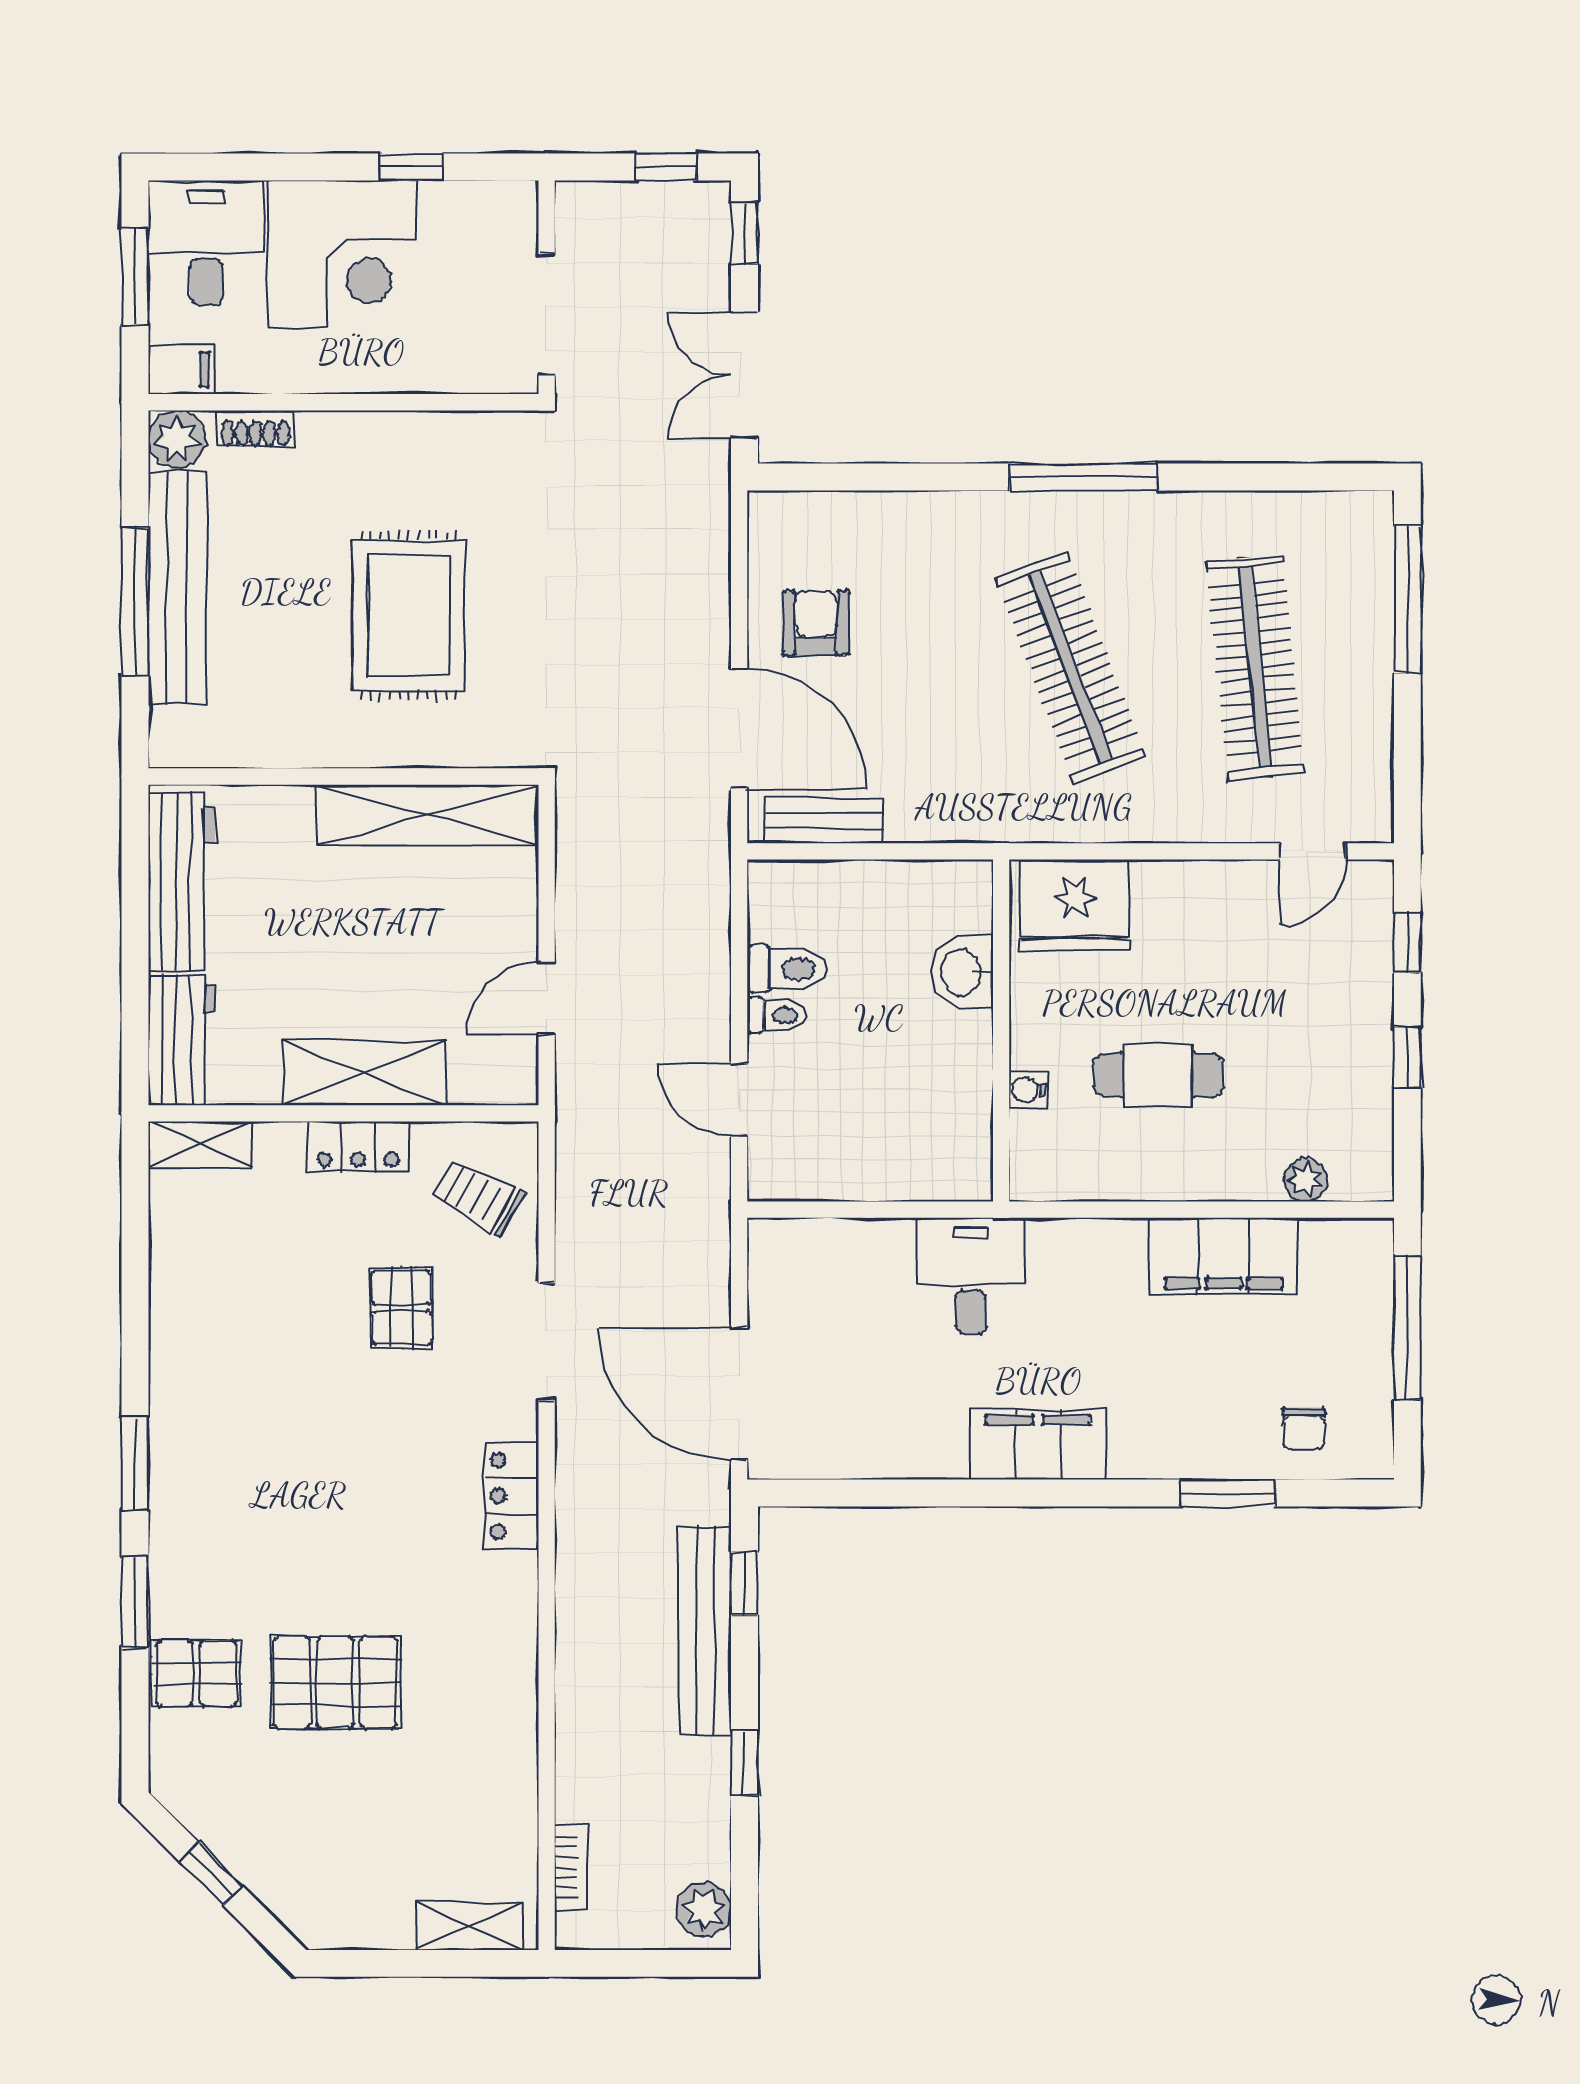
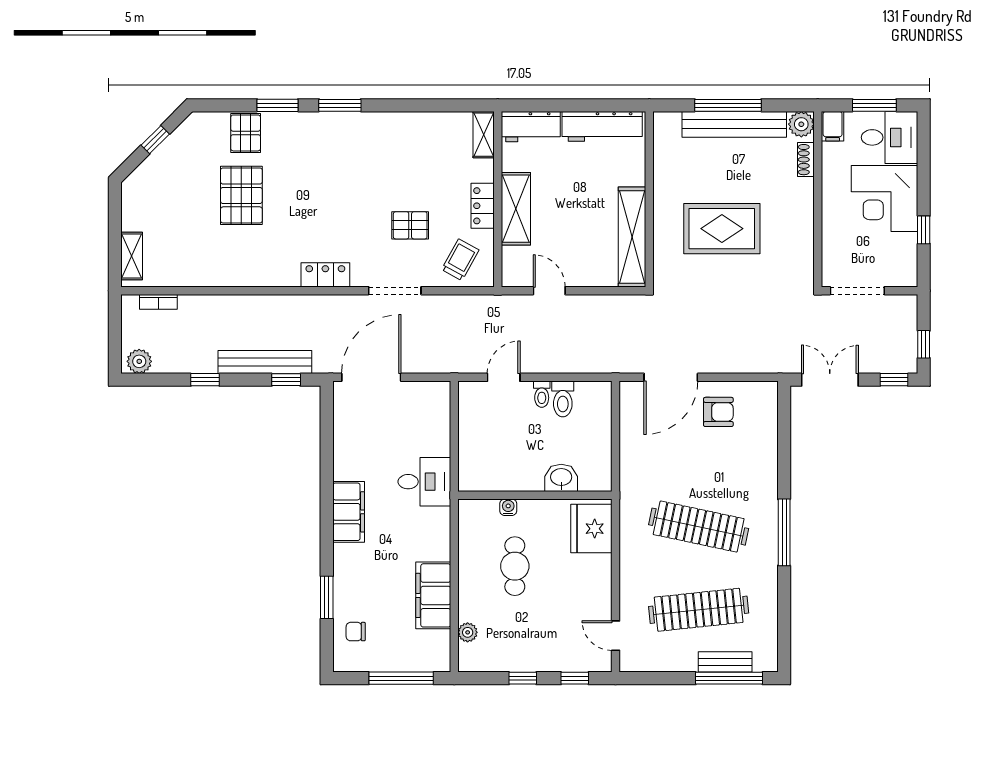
clothes rail: (1071, 667) -> (699, 527), turned 33
bench: (825, 821) -> (725, 662), moved, turned 90

